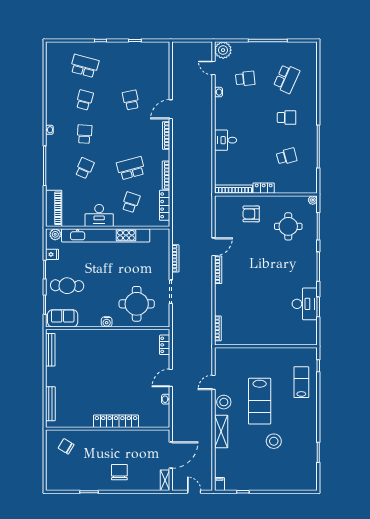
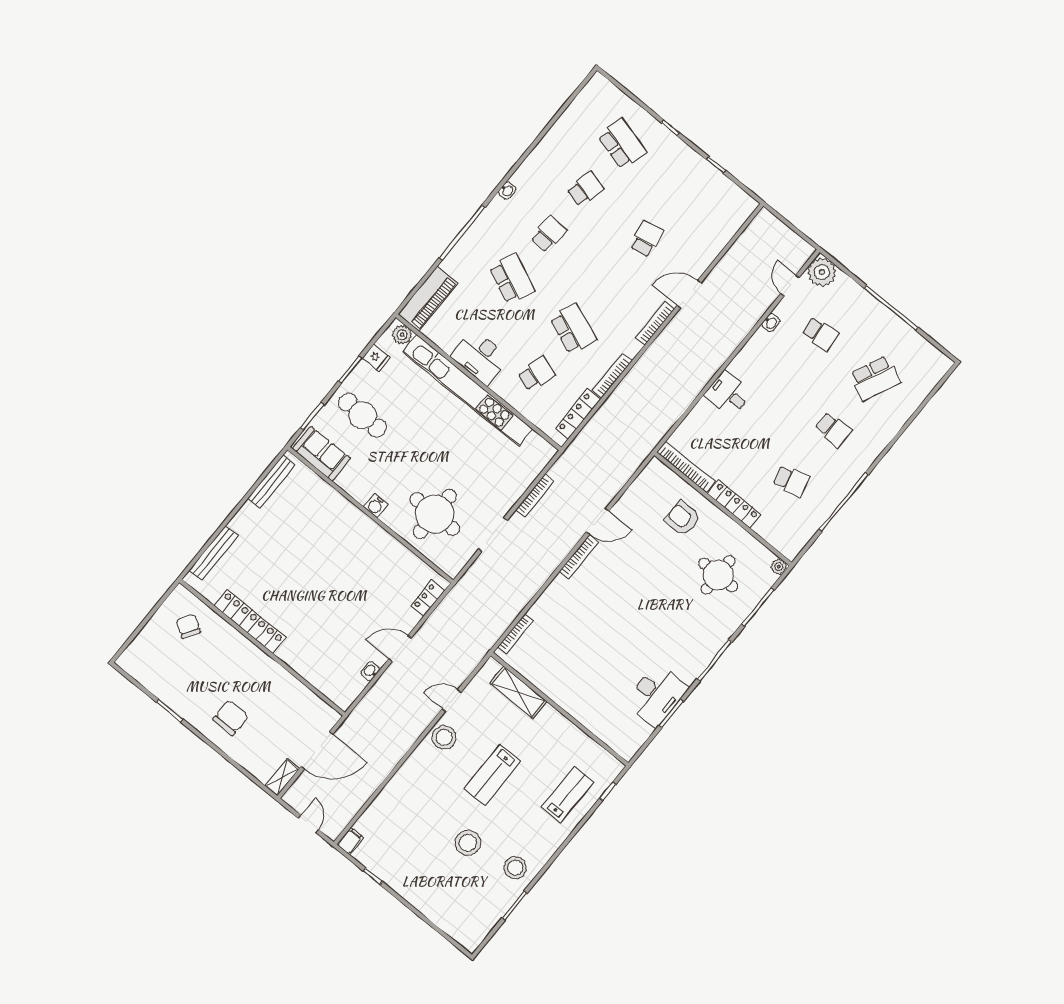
school desk: (85, 168) -> (512, 279), width x1.85
school desk: (131, 168) -> (573, 329), turned 36
locker: (264, 188) -> (734, 504), width x1.53
lab bench: (260, 401) -> (492, 775), width x0.73, depth x0.72
locker: (116, 421) -> (250, 621), moved
shelving: (221, 431) -> (518, 692), moved, turned 90
stool: (305, 435) -> (515, 868), added

